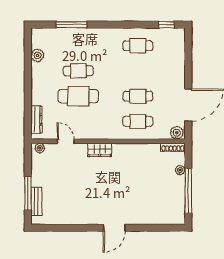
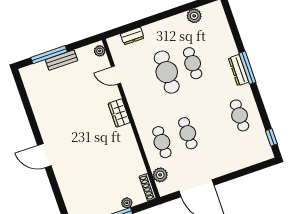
window: (72, 25) -> (247, 68), moved
dresser: (98, 33) -> (238, 70), added
dresser: (37, 120) -> (132, 36), width x0.70
plant: (177, 133) -> (160, 175), moved
door: (66, 141) -> (116, 75), swing flipped
bench: (36, 201) -> (62, 60), moved

